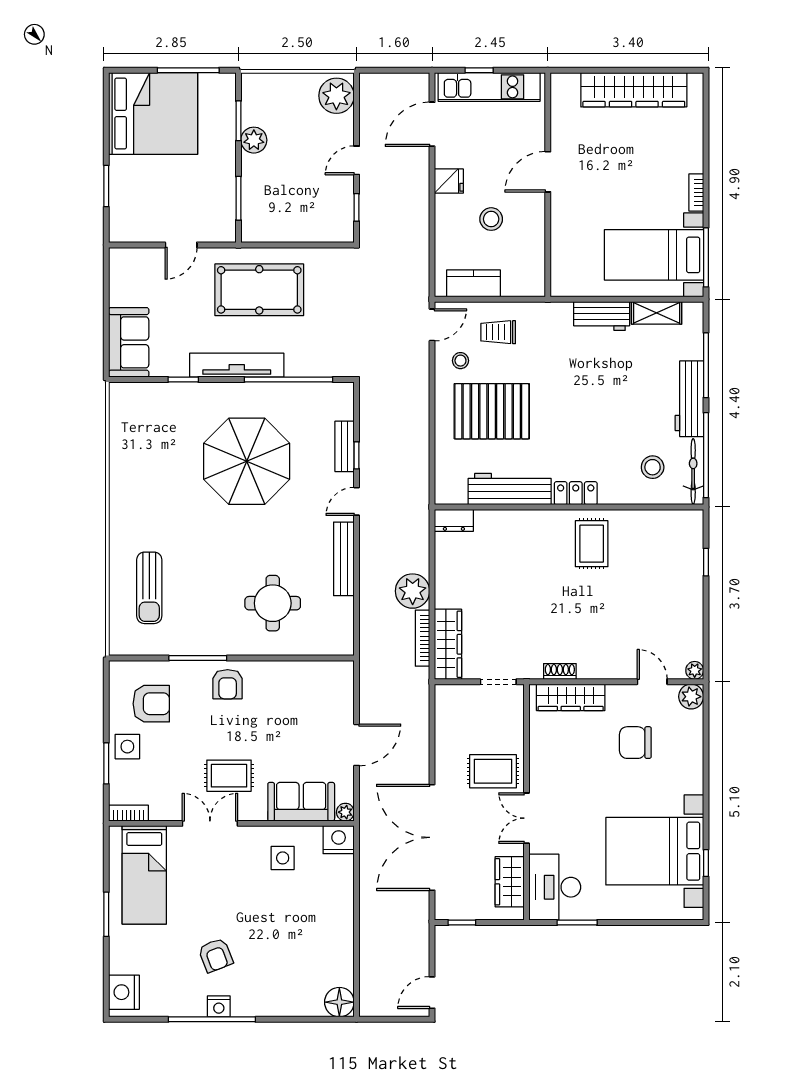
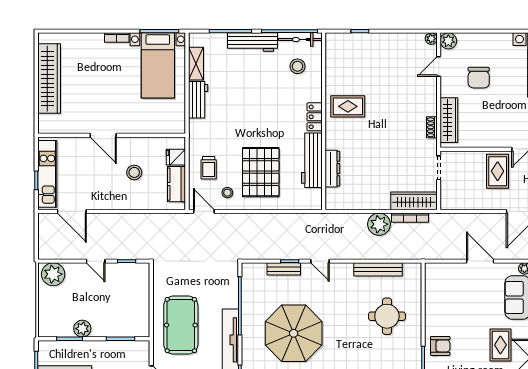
fridge: (449, 181) -> (176, 157), moved, turned -90
dresser: (454, 520) -> (332, 169), moved, width x1.44
bench: (344, 559) -> (378, 269), moved

